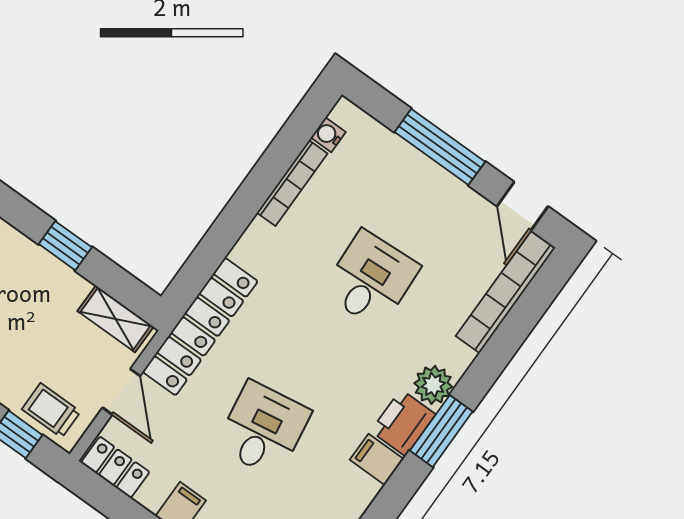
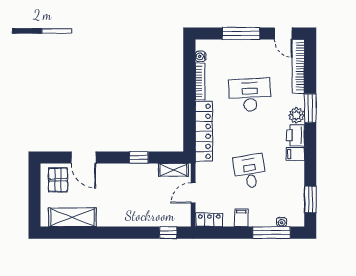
desk: (371, 279) -> (250, 95), width x1.37
locker: (200, 327) -> (204, 131), moved
door: (121, 392) -> (193, 193), swing flipped
trolley: (51, 410) -> (174, 216), removed
window: (441, 431) -> (310, 108), moved

